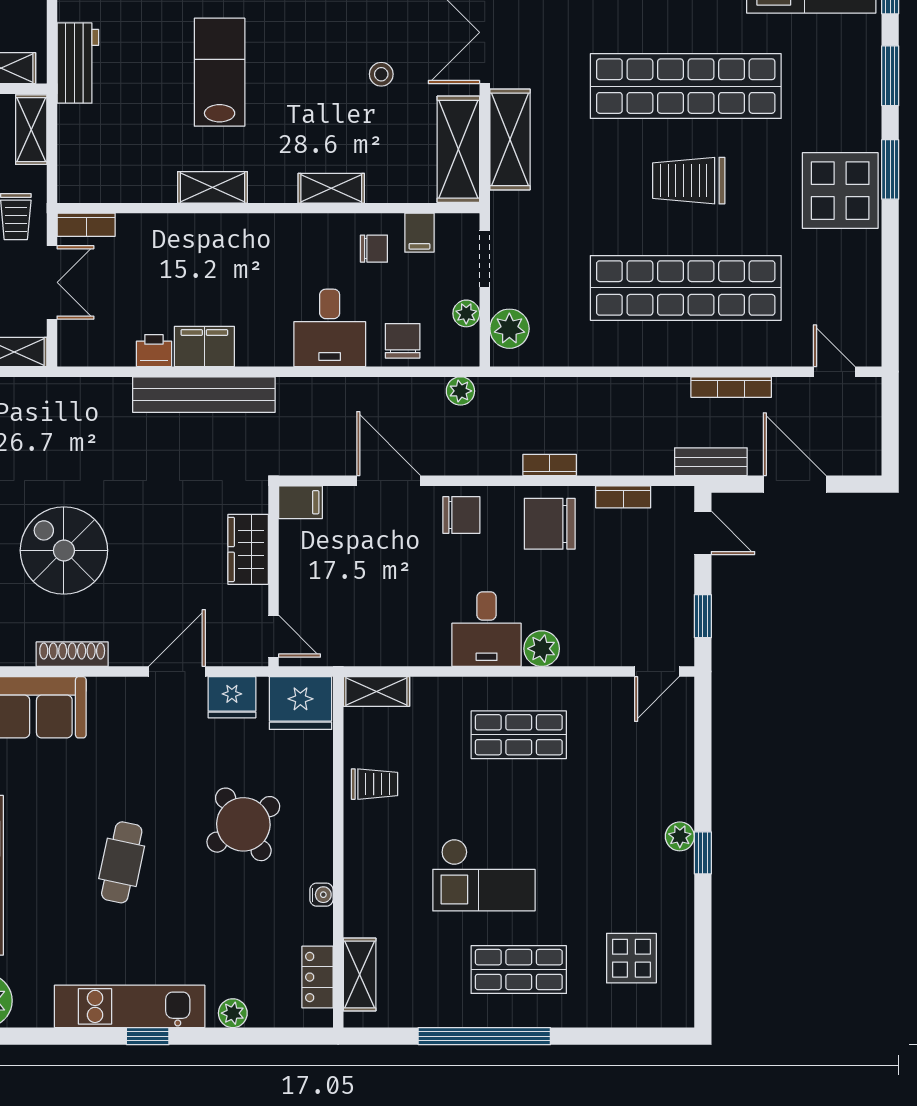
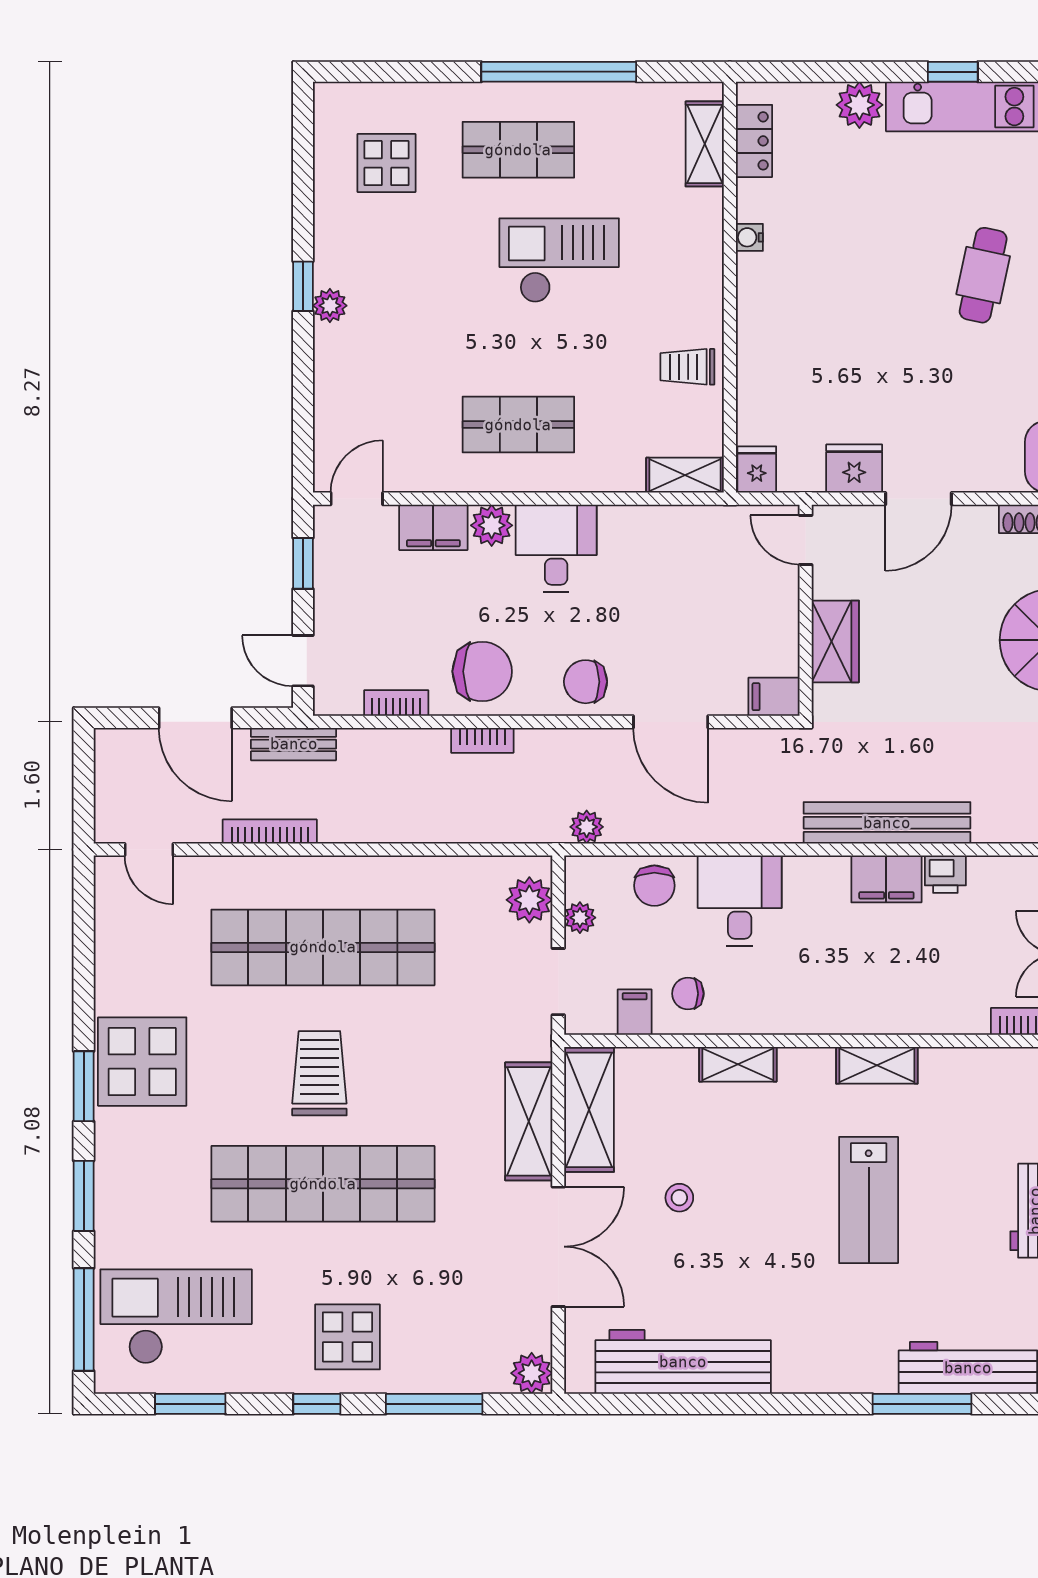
trolley: (689, 181) -> (319, 1073), turned -90
filing cabinet: (591, 647) -> (433, 527), added
fridge: (300, 703) -> (757, 469), width x0.53, depth x0.75
round table: (243, 824) -> (841, 320), removed
plant: (233, 1013) -> (859, 105), width x1.38, depth x1.38

